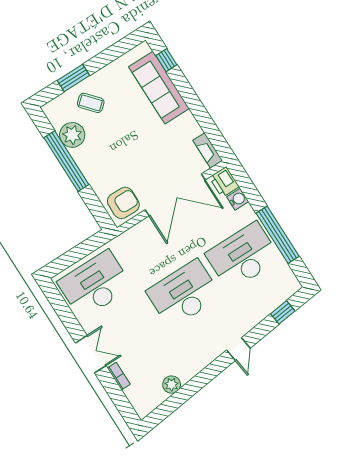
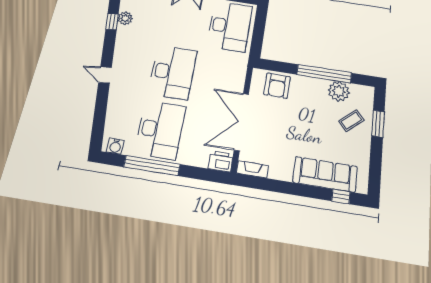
water cooler: (238, 199) -> (115, 146), moved
armchair: (123, 203) -> (277, 86), moved
window: (283, 312) -> (112, 22), moved

